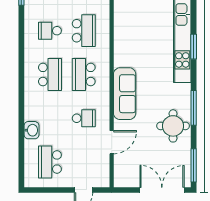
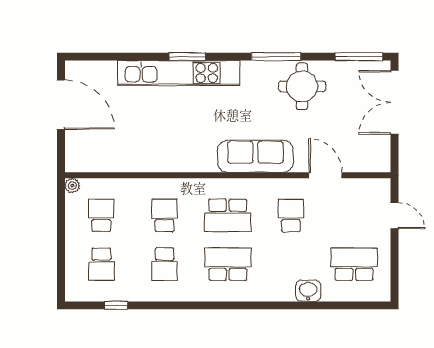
school desk: (84, 31) -> (165, 215), width x0.54
school desk: (50, 162) -> (354, 264), turned 180

